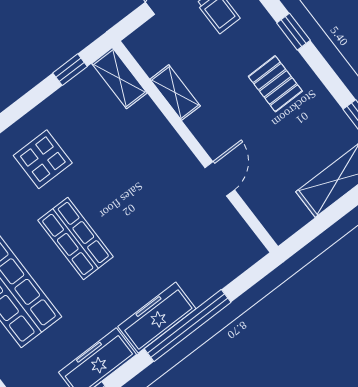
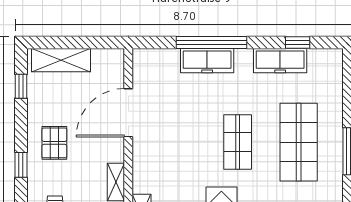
door: (220, 179) -> (128, 113), width x1.87
freezer: (157, 318) -> (207, 61), moved

